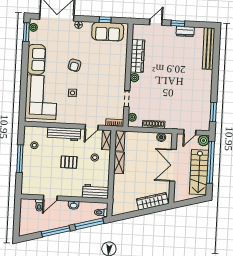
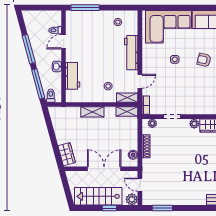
door: (92, 127) -> (140, 81), swing flipped
window: (20, 159) -> (85, 8), moved
pallet: (69, 162) -> (102, 59), removed
window: (211, 162) -> (109, 208), width x0.32
shelving: (119, 163) -> (92, 112), moved
workbench: (96, 191) -> (73, 76), moved
door: (50, 198) -> (64, 42), hinge flipped
wardrobe: (152, 201) -> (67, 154), width x0.67

